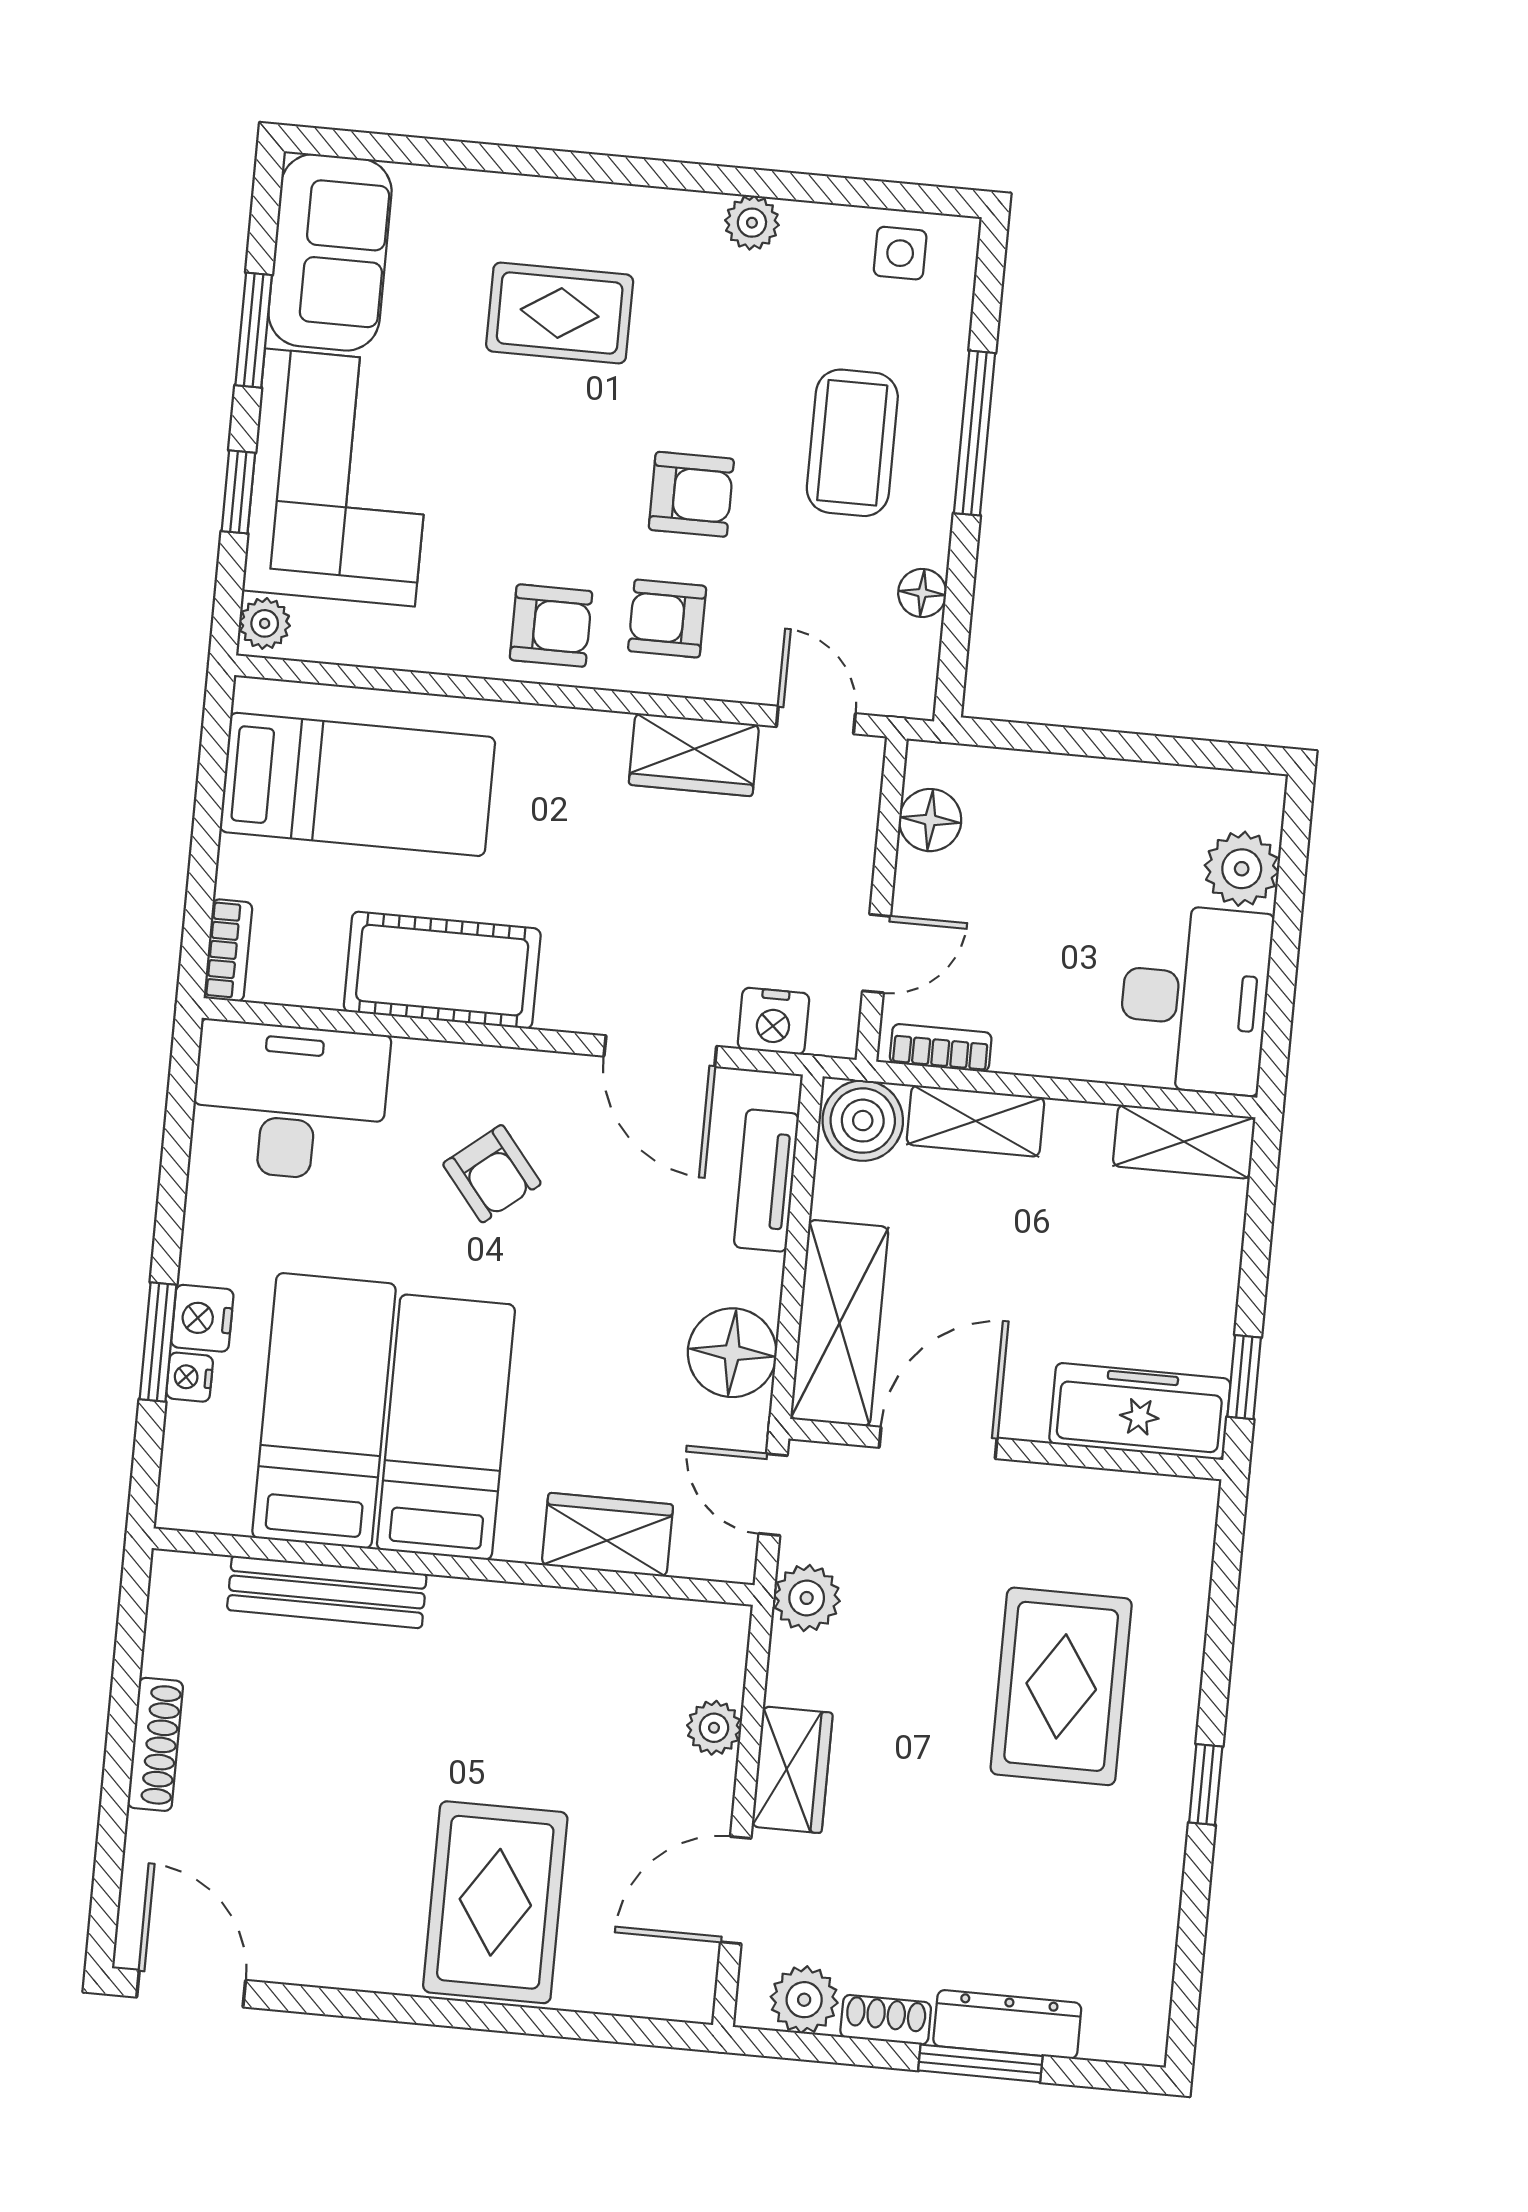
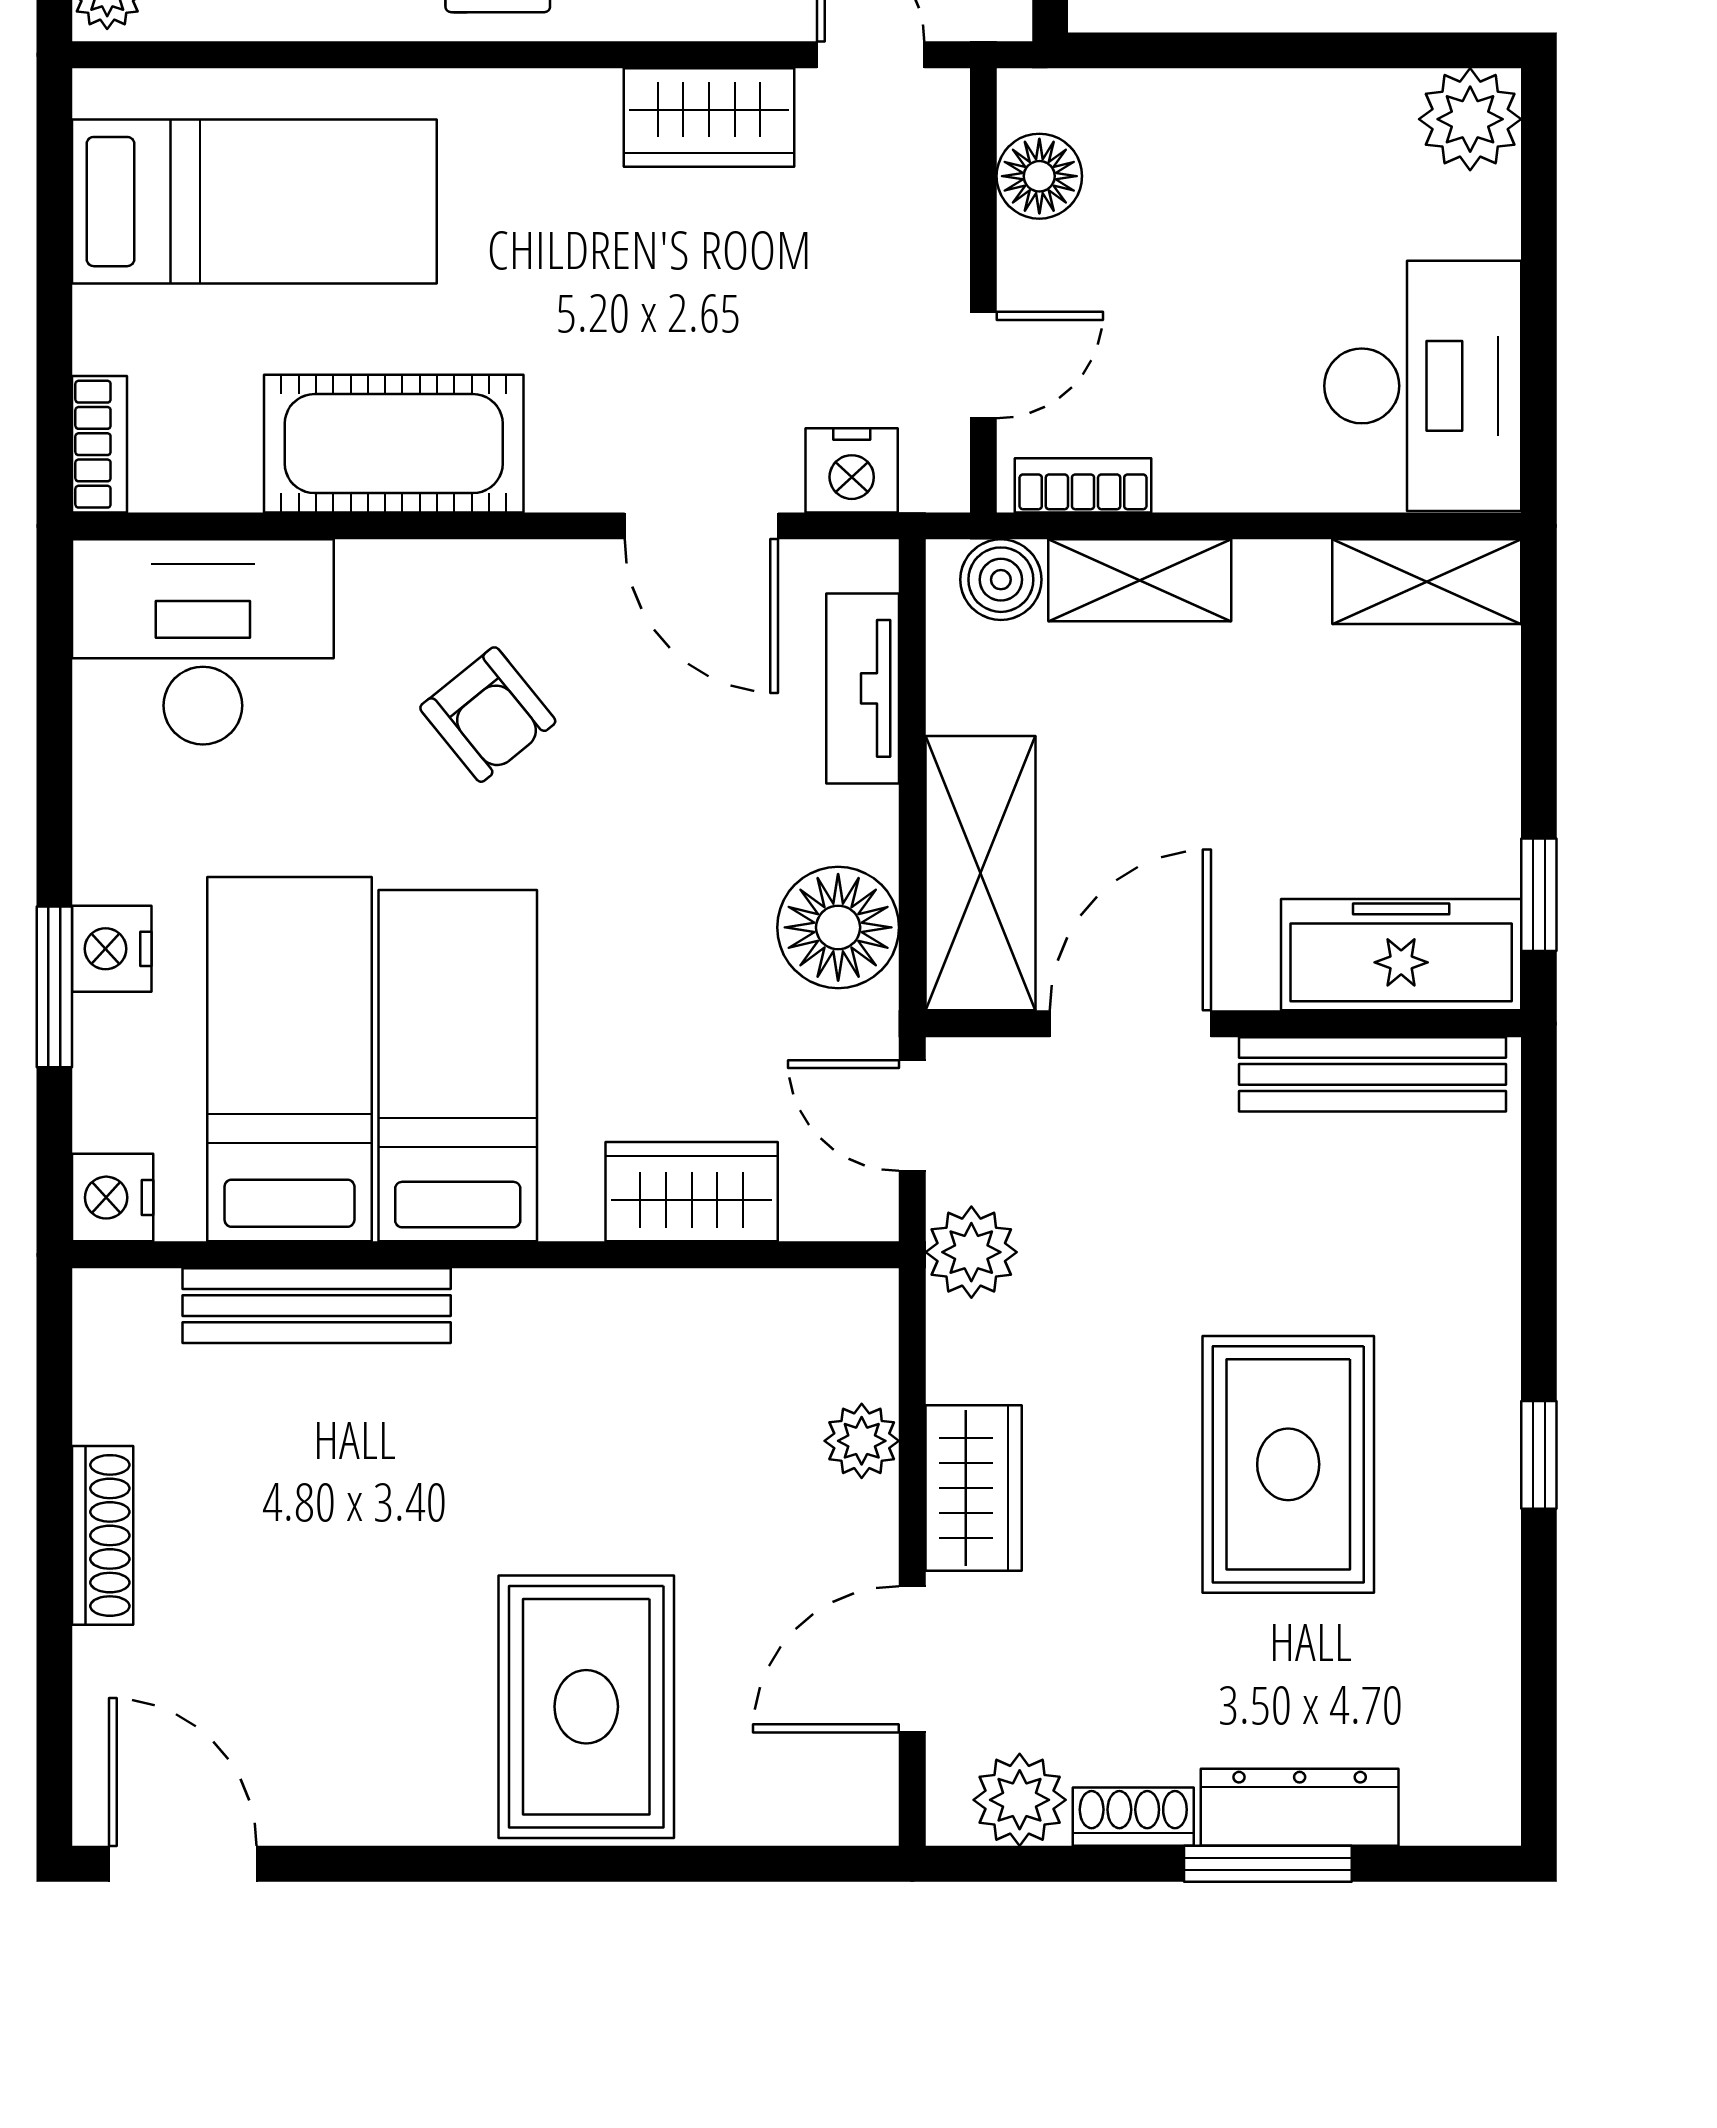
plant: (1242, 869) -> (1470, 119), moved
boiler: (863, 1121) -> (1001, 580), width x0.73, depth x0.73
nightstand: (190, 1377) -> (113, 1198), moved, width x1.39, depth x1.35
bench: (1111, 1496) -> (1373, 1074), added
rug: (1061, 1686) -> (1288, 1464), moved

